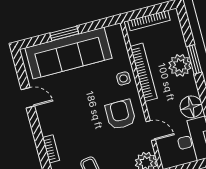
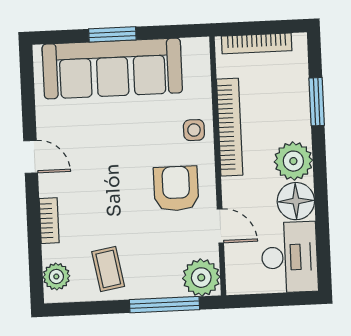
window: (194, 59) -> (317, 102), moved
plant: (180, 65) -> (293, 161), moved
door: (28, 98) -> (31, 157), moved

